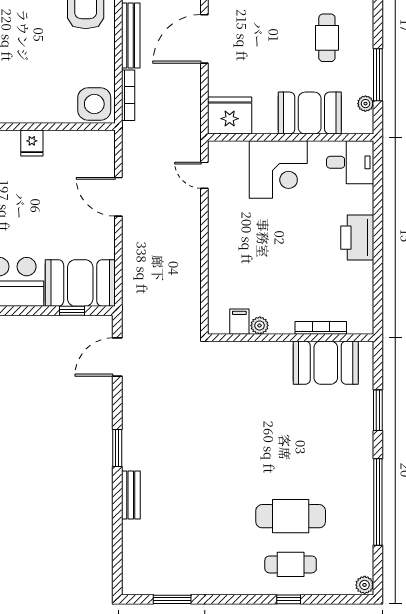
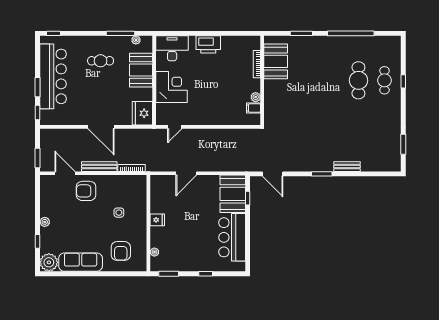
side table: (94, 104) -> (119, 213), moved, width x0.54, depth x0.54
desk: (350, 162) -> (172, 48), width x1.37
plant: (365, 585) -> (396, 40), removed

